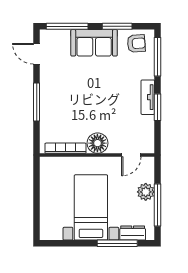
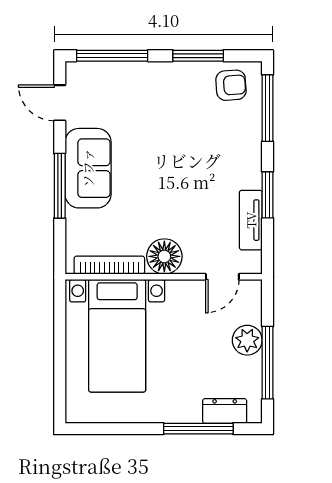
sofa: (94, 43) -> (88, 168), moved, turned -90
tv unit: (148, 97) -> (251, 220), moved
bed with nightstands: (91, 207) -> (117, 336), moved, turned 180

